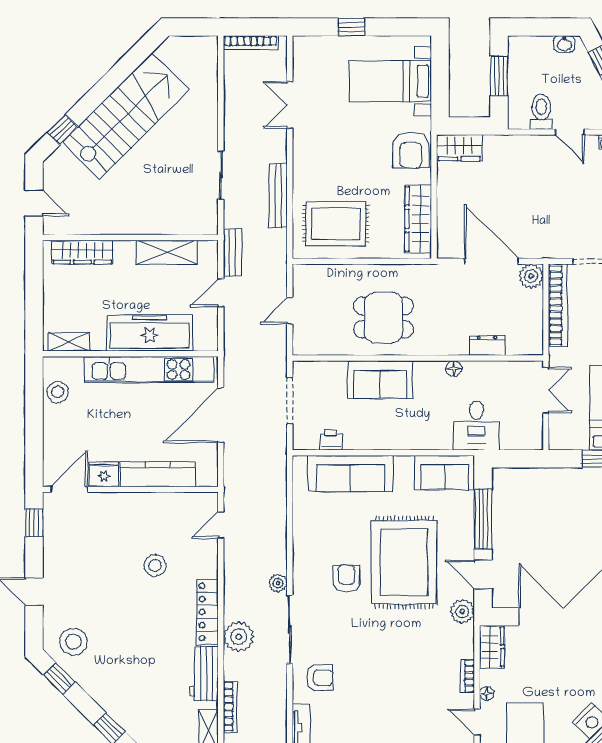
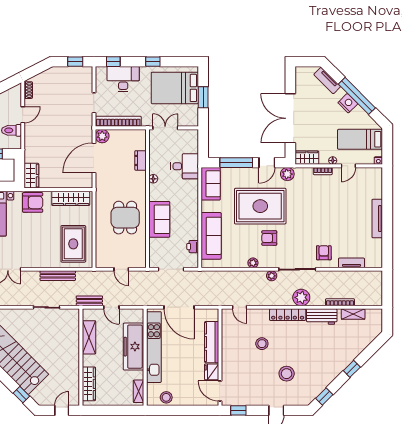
plant: (301, 549) -> (253, 263), added
stool: (73, 642) -> (287, 374), moved

